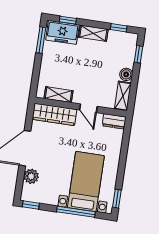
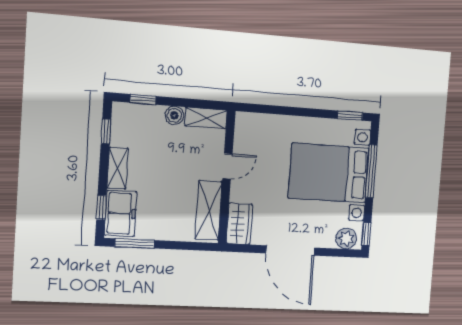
shelving: (59, 95) -> (208, 210), width x1.50, depth x1.33
wardrobe: (54, 114) -> (239, 224), width x0.67
dresser: (114, 121) -> (243, 128), removed
plant: (31, 176) -> (346, 239), moved
bed with nightstands: (86, 182) -> (329, 173), width x1.36

